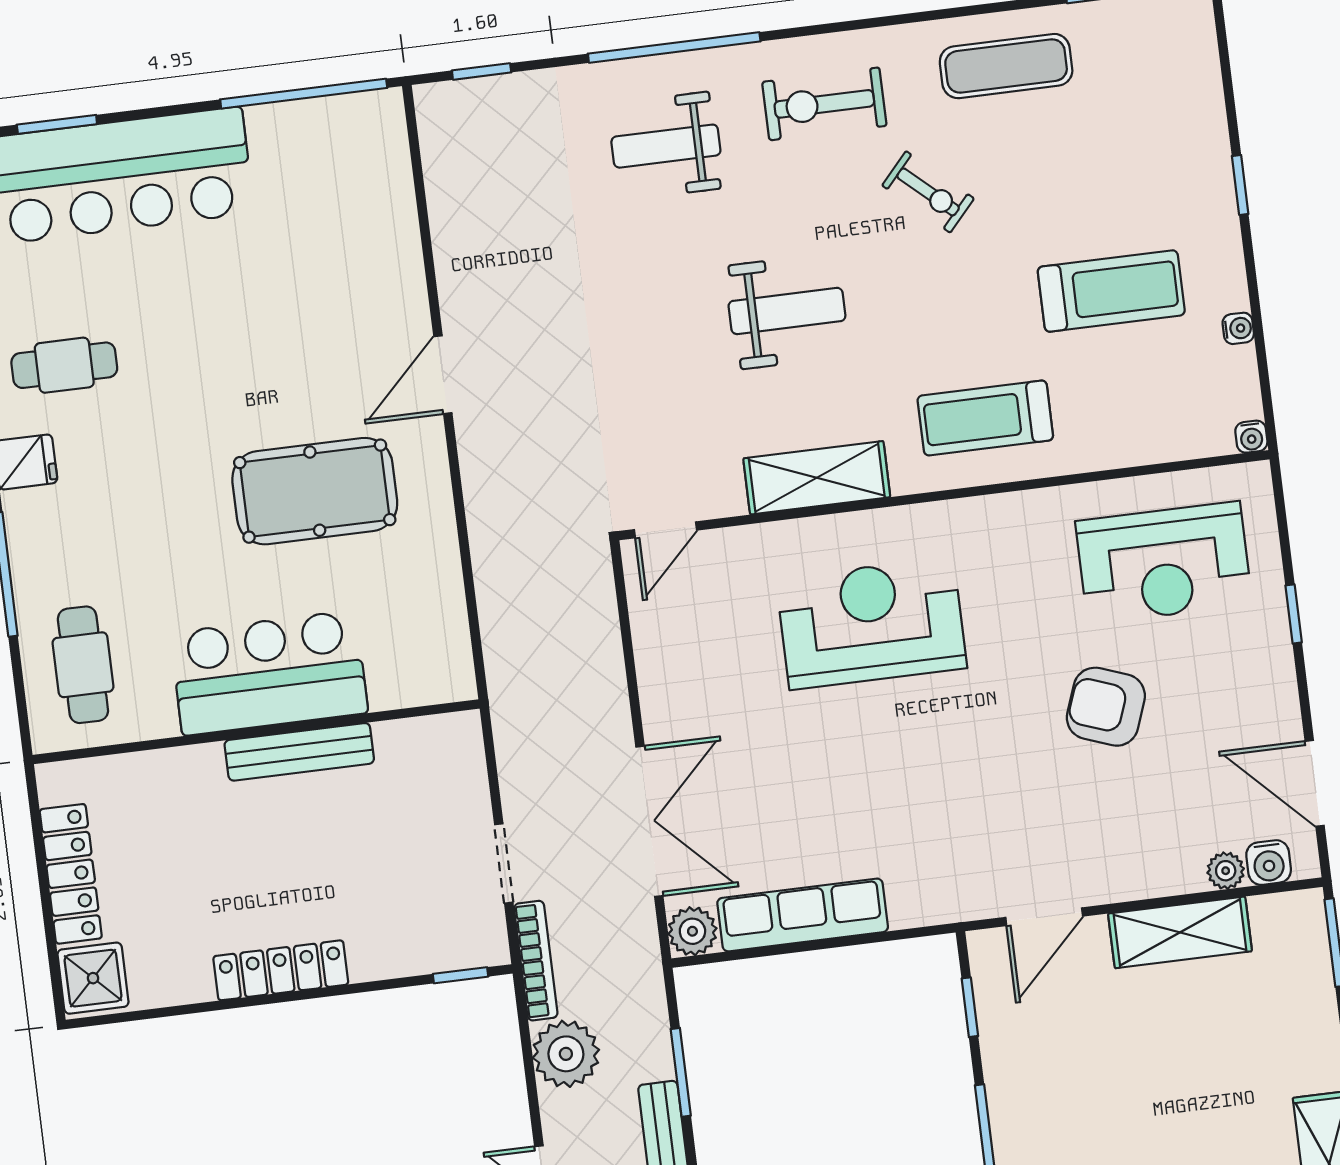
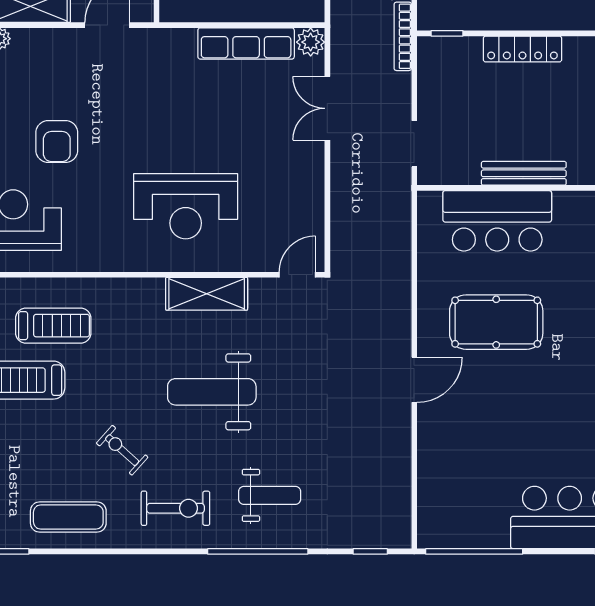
weight bench: (787, 311) -> (212, 392), width x1.36, depth x1.33
treadmill: (985, 418) -> (53, 326), moved
bar counter: (269, 673) -> (497, 221), moved
armchair: (1106, 707) -> (57, 141), turned 70
double door: (649, 821) -> (327, 108), width x0.73
doorway: (504, 863) -> (414, 144), moved
locker: (281, 970) -> (522, 49), moved

